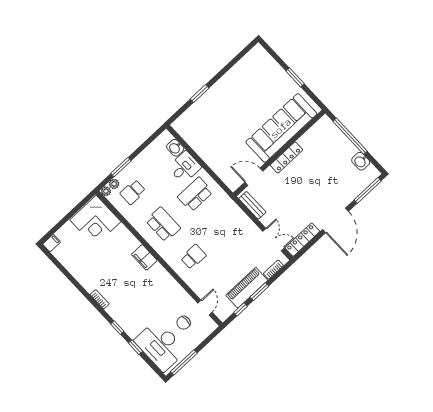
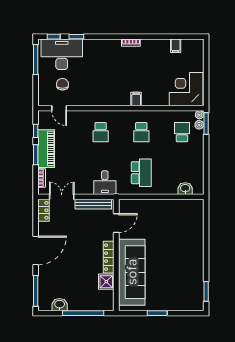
window: (200, 94) -> (206, 291), moved
shower: (308, 141) -> (106, 282), added
window: (121, 167) -> (206, 123), moved
desk: (185, 167) -> (105, 183), moved
bench: (252, 205) -> (93, 204), width x1.36
door: (336, 220) -> (36, 250), swing flipped
school desk: (163, 224) -> (141, 132), width x0.54
double door: (273, 240) -> (62, 197), swing flipped
locker: (302, 240) -> (44, 210), width x0.66
filing cabinet: (52, 243) -> (176, 46), moved
filing cabinet: (144, 257) -> (136, 99), width x0.50
window: (117, 328) -> (54, 37), moved

